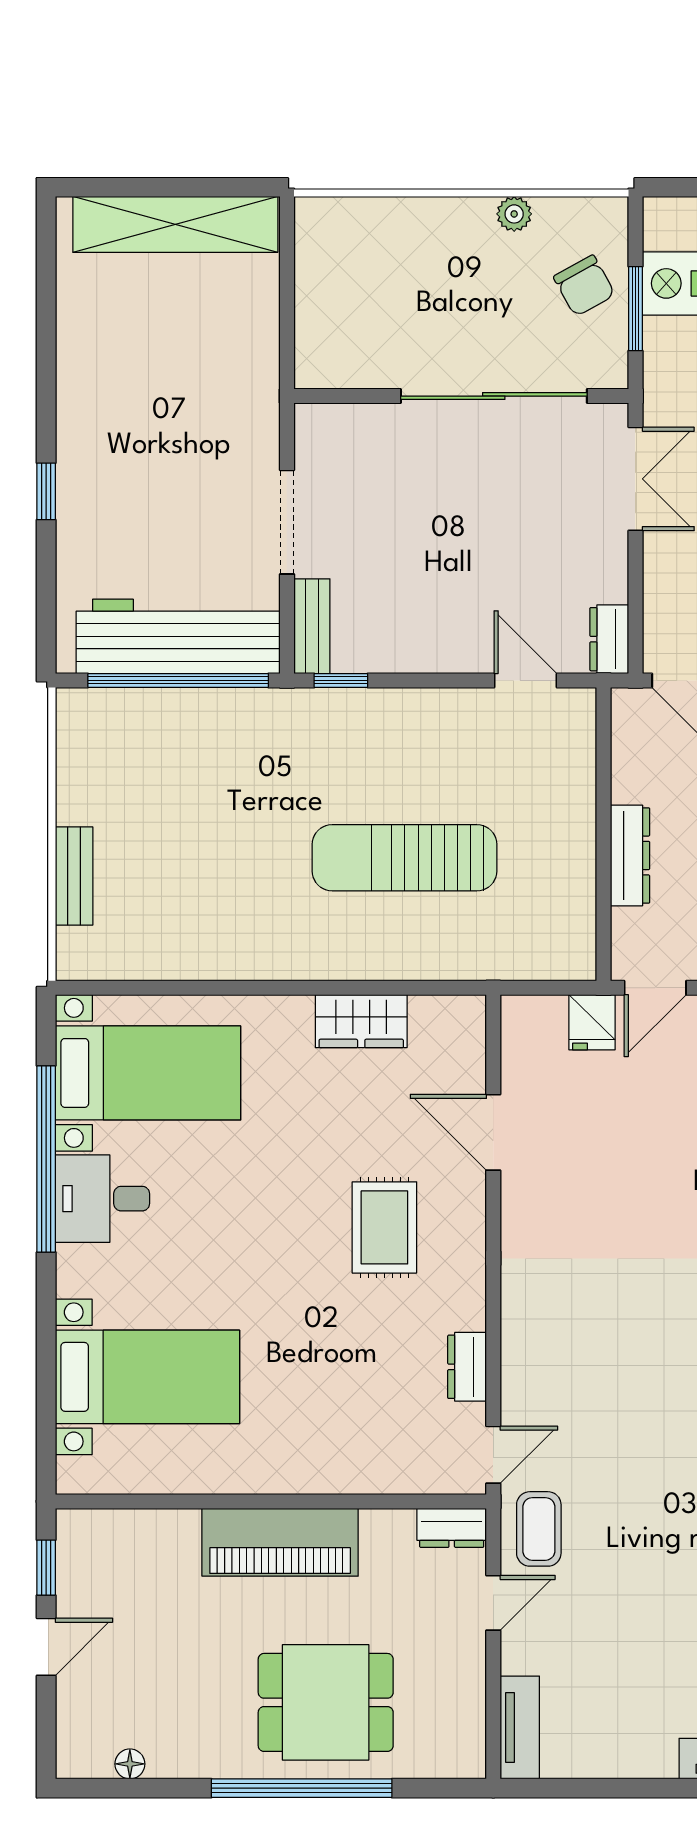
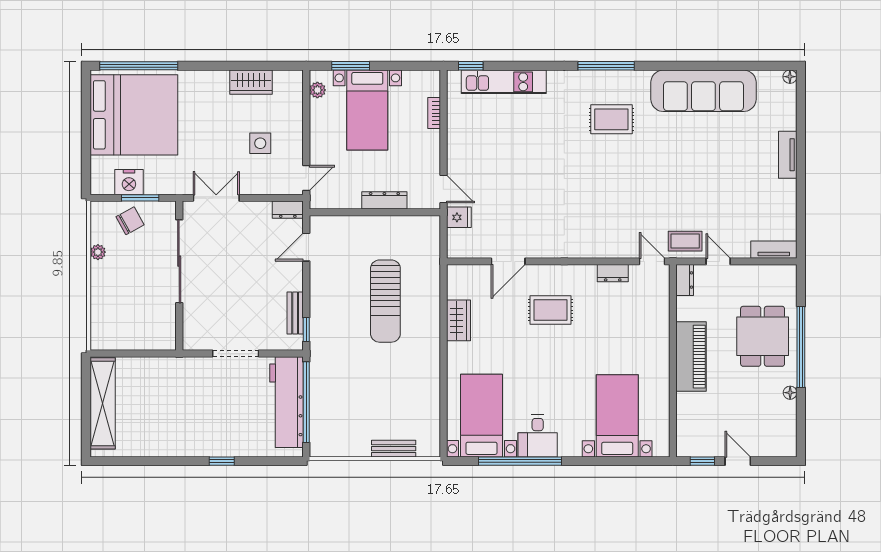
bench: (312, 626) -> (295, 313), moved, turned 90
floor lamp: (130, 1764) -> (790, 393), moved

